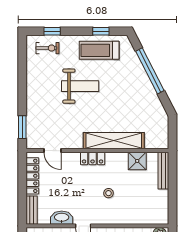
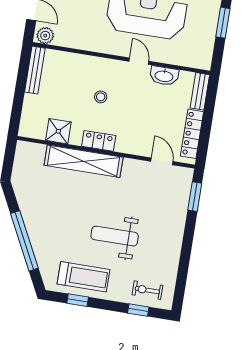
locker: (93, 158) -> (99, 141), moved
bench: (163, 171) -> (35, 70), moved

